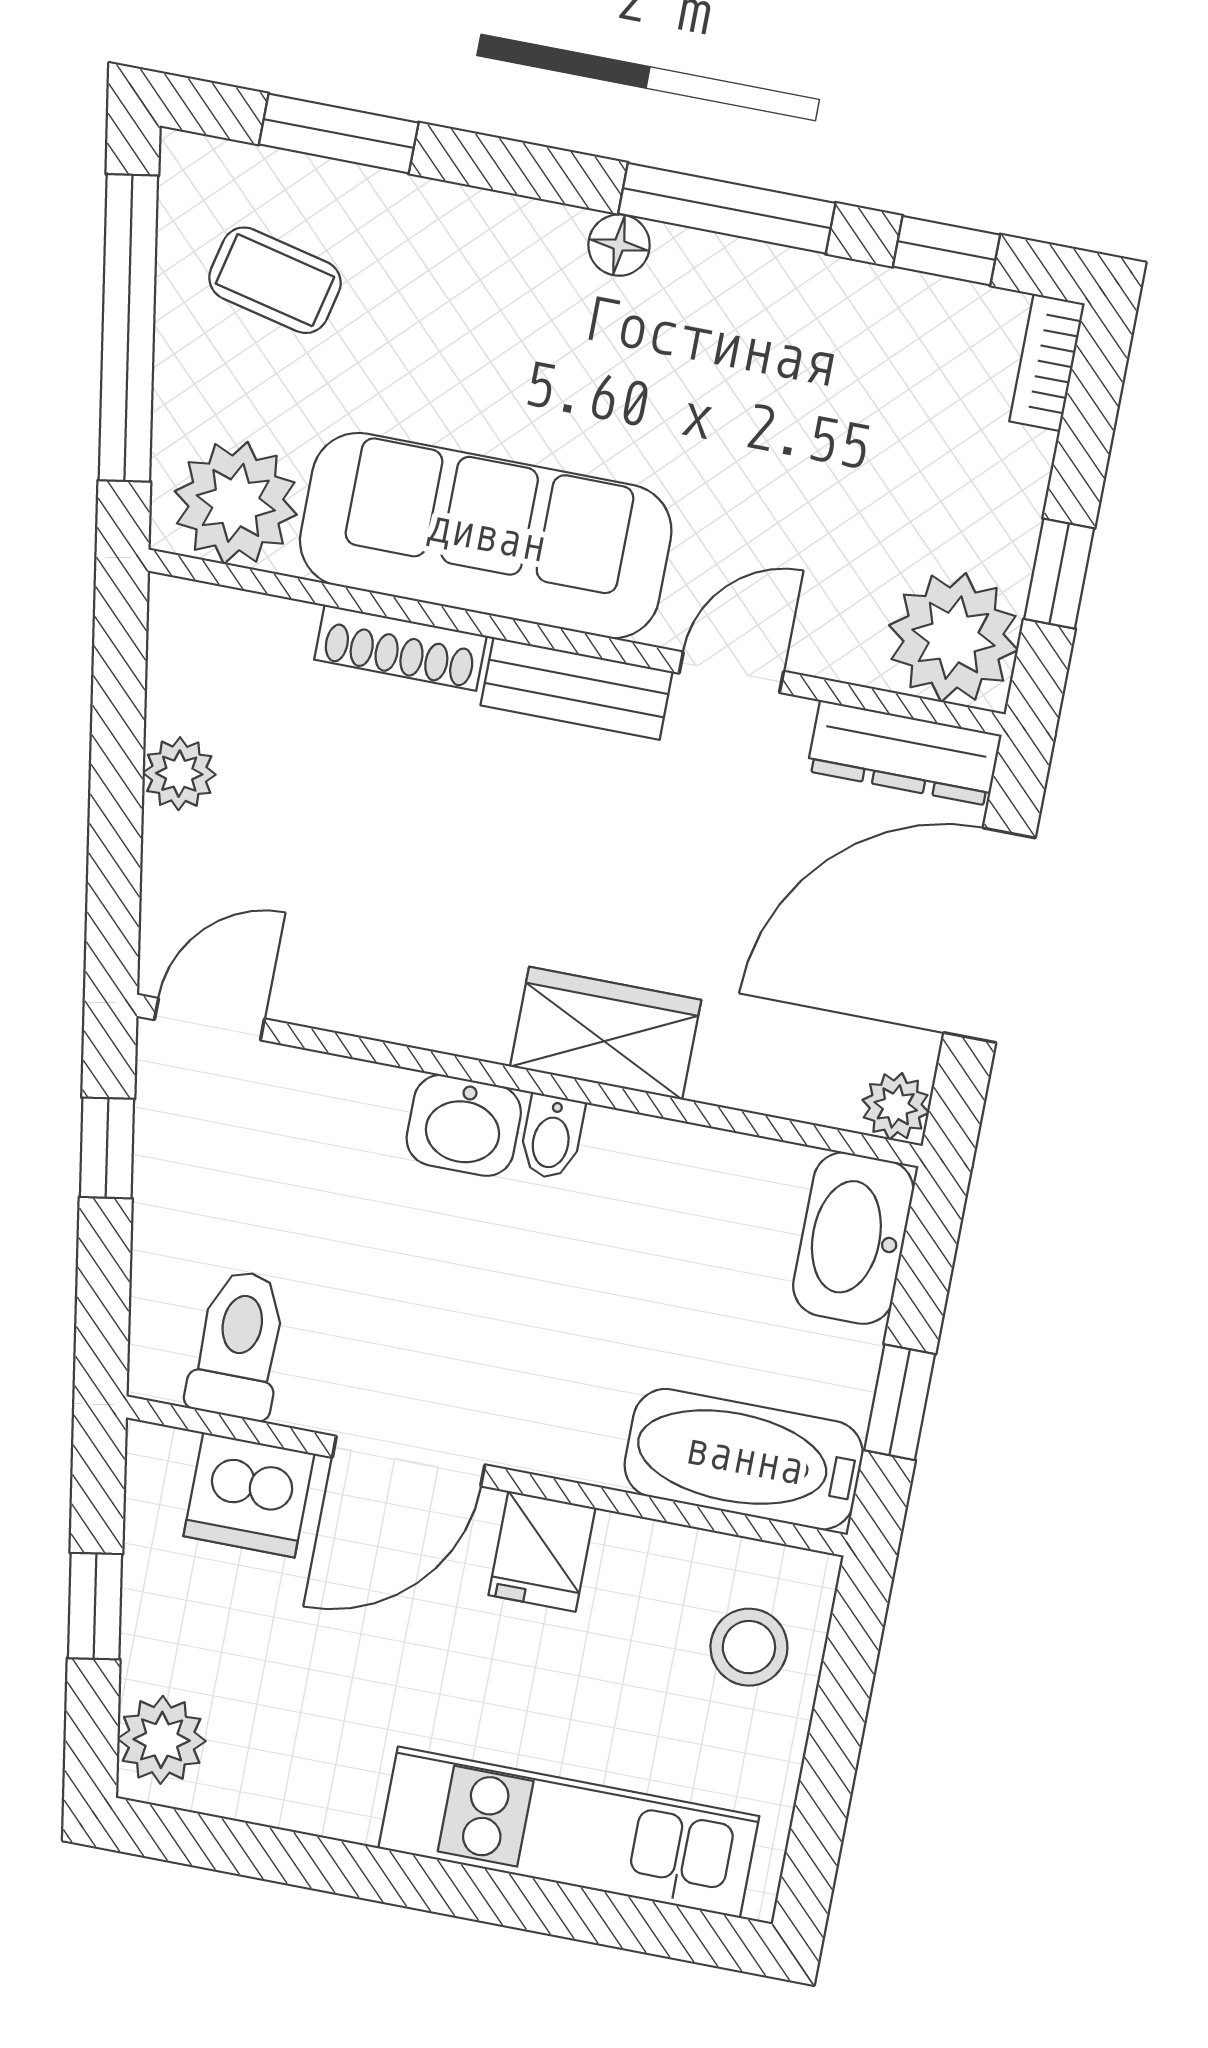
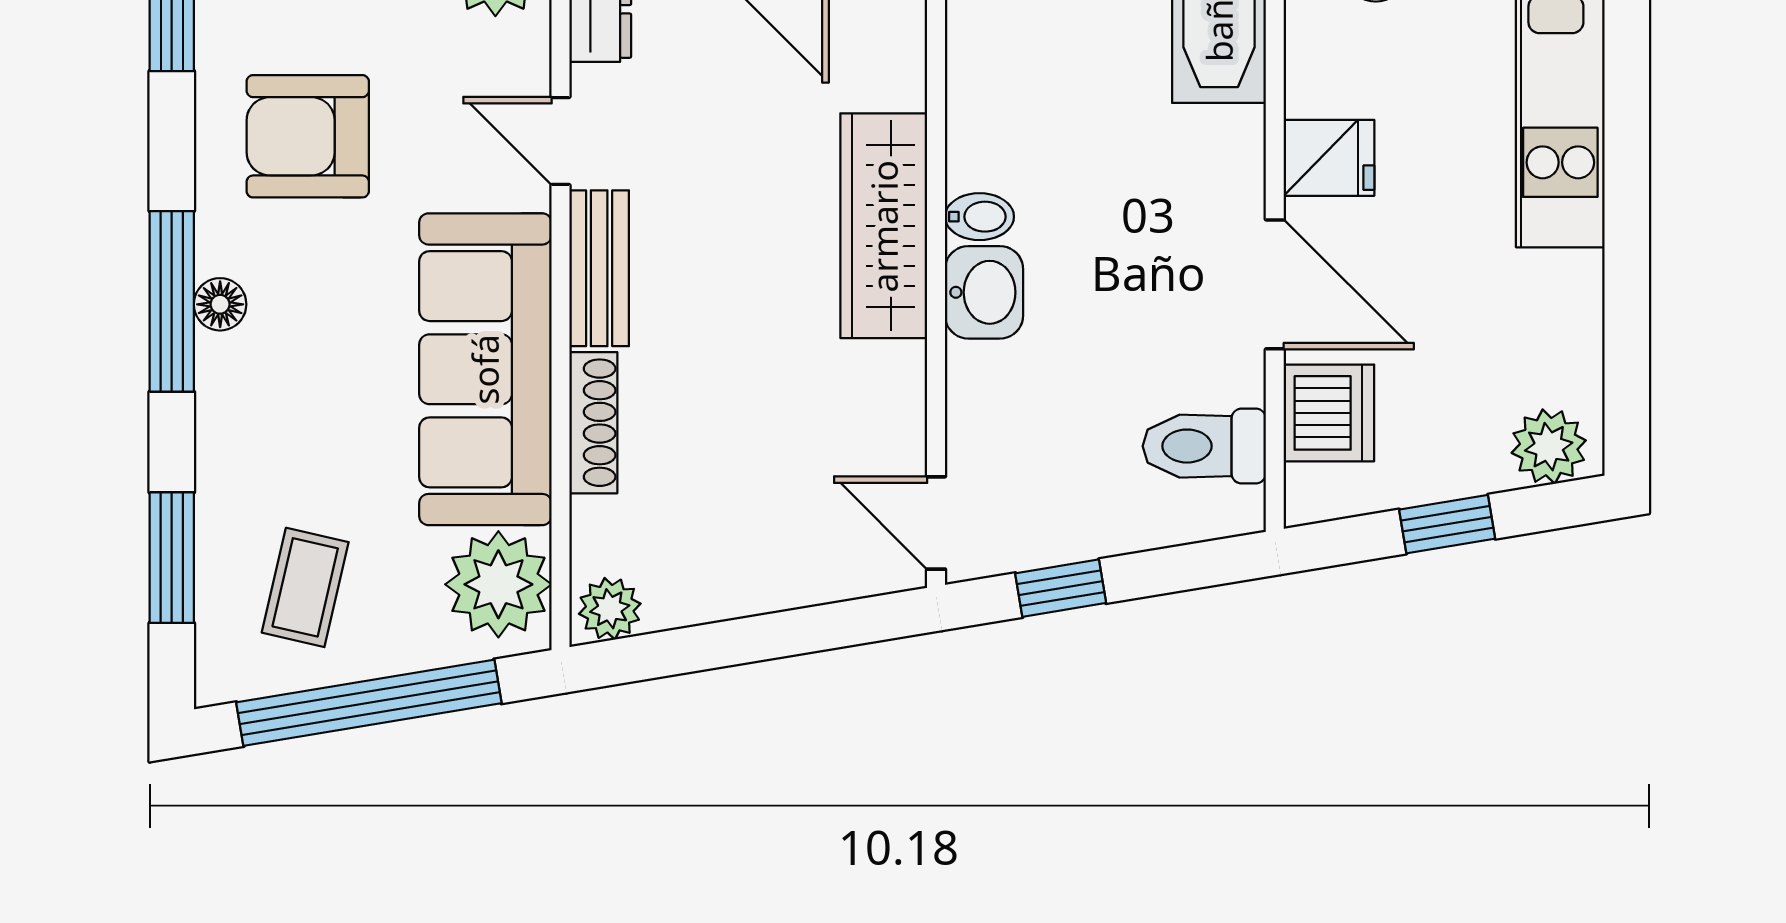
window: (727, 208) -> (172, 301), moved
armchair: (793, 383) -> (308, 136), added
plant: (179, 774) -> (610, 609), moved
wardrobe: (606, 1033) -> (884, 226), width x1.50

